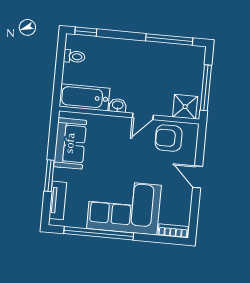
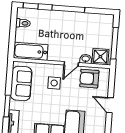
window: (169, 39) -> (68, 9), moved
washbasin: (118, 105) -> (86, 59), moved
side table: (118, 144) -> (54, 83), added

